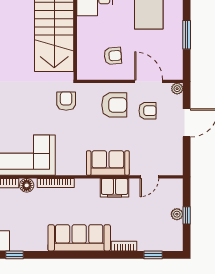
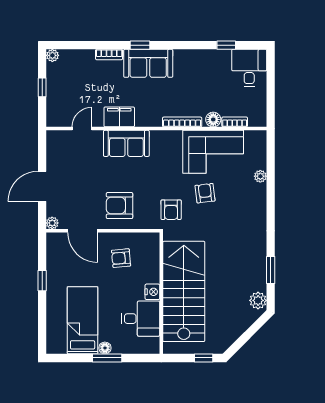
nightstand: (84, 24) -> (152, 292), added
window: (187, 35) -> (42, 281), width x0.67
armchair: (148, 111) -> (205, 193), moved, turned 83
plant: (177, 214) -> (52, 55), moved
sofa: (79, 238) -> (148, 63), width x0.73
window: (153, 255) -> (140, 45), moved

